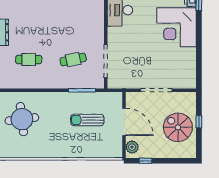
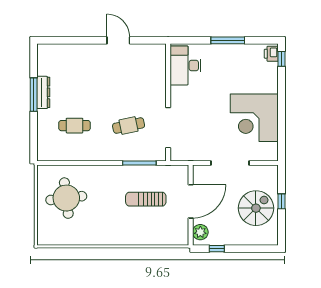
corner desk: (177, 27) -> (254, 118), moved
door: (124, 122) -> (191, 201), hinge flipped
spiral stairs: (178, 127) -> (256, 208), turned 90

